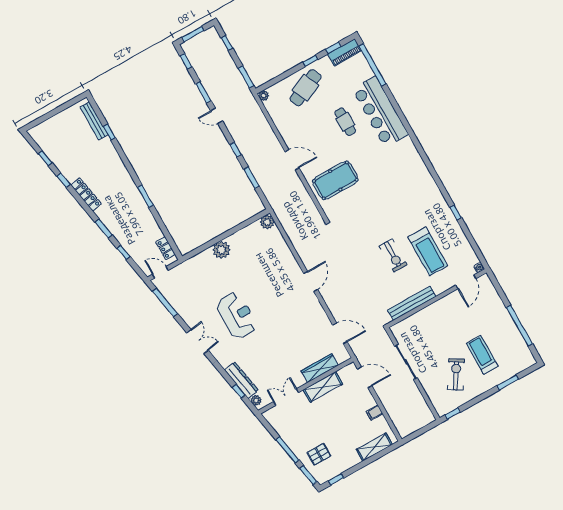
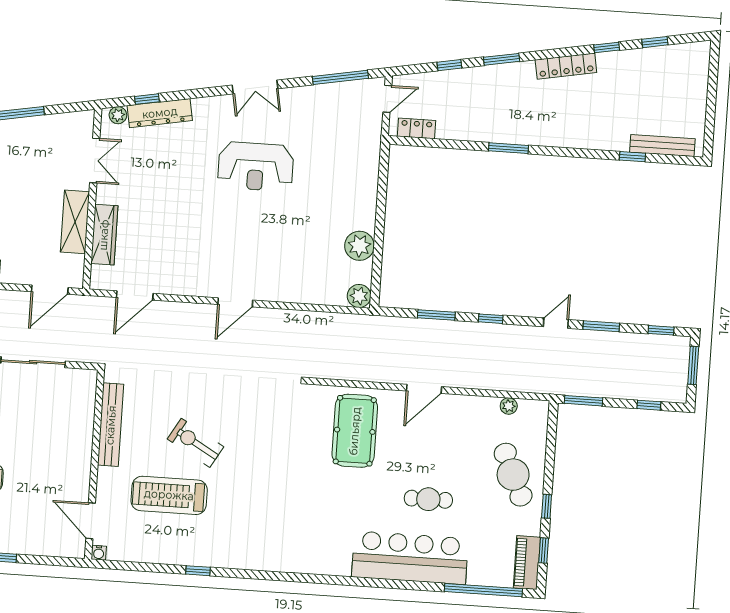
plant: (264, 96) -> (509, 406), moved
plant: (221, 250) -> (359, 246), moved
exercise bike: (393, 255) -> (196, 443), turned 30
door: (311, 281) -> (235, 302), hinge flipped

